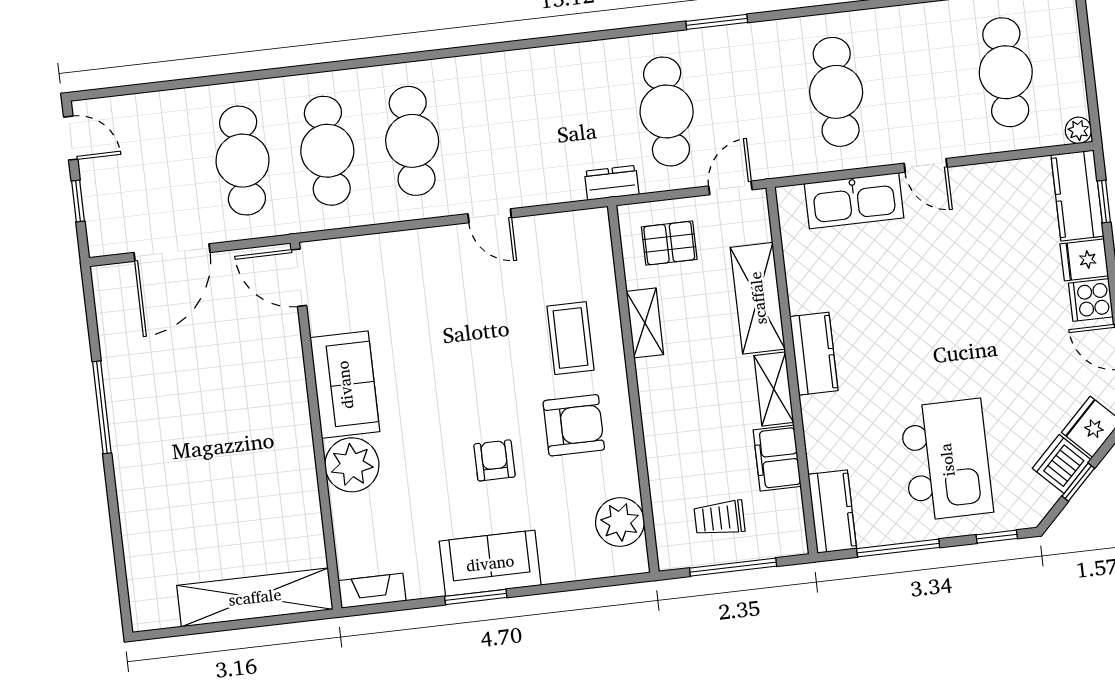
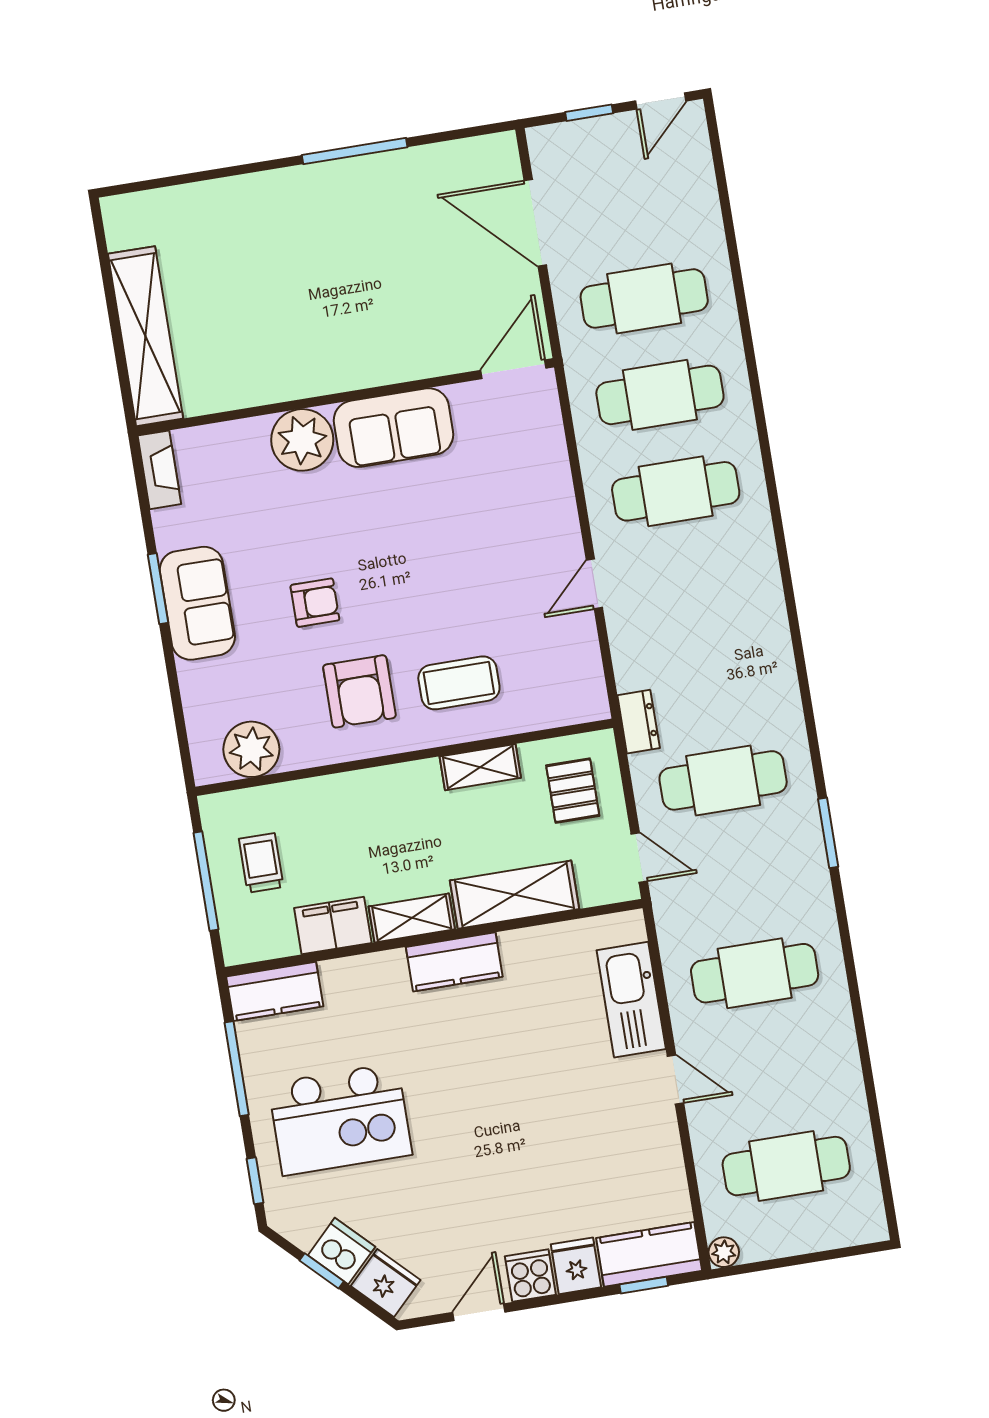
door: (926, 165) -> (676, 1080), swing flipped

